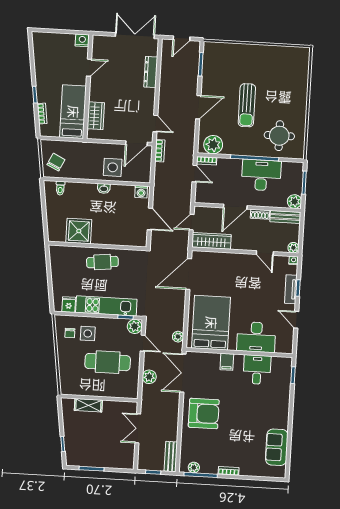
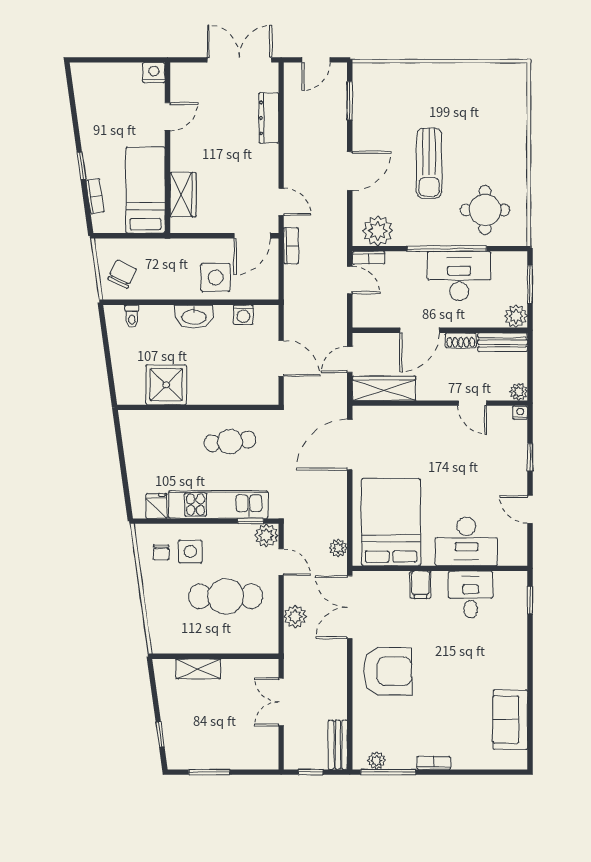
washbasin: (104, 189) -> (194, 317), width x1.91, depth x1.45
washing machine: (141, 192) -> (243, 315), moved
cafe table: (102, 262) -> (230, 441), moved
tv unit: (291, 289) -> (518, 460), removed

